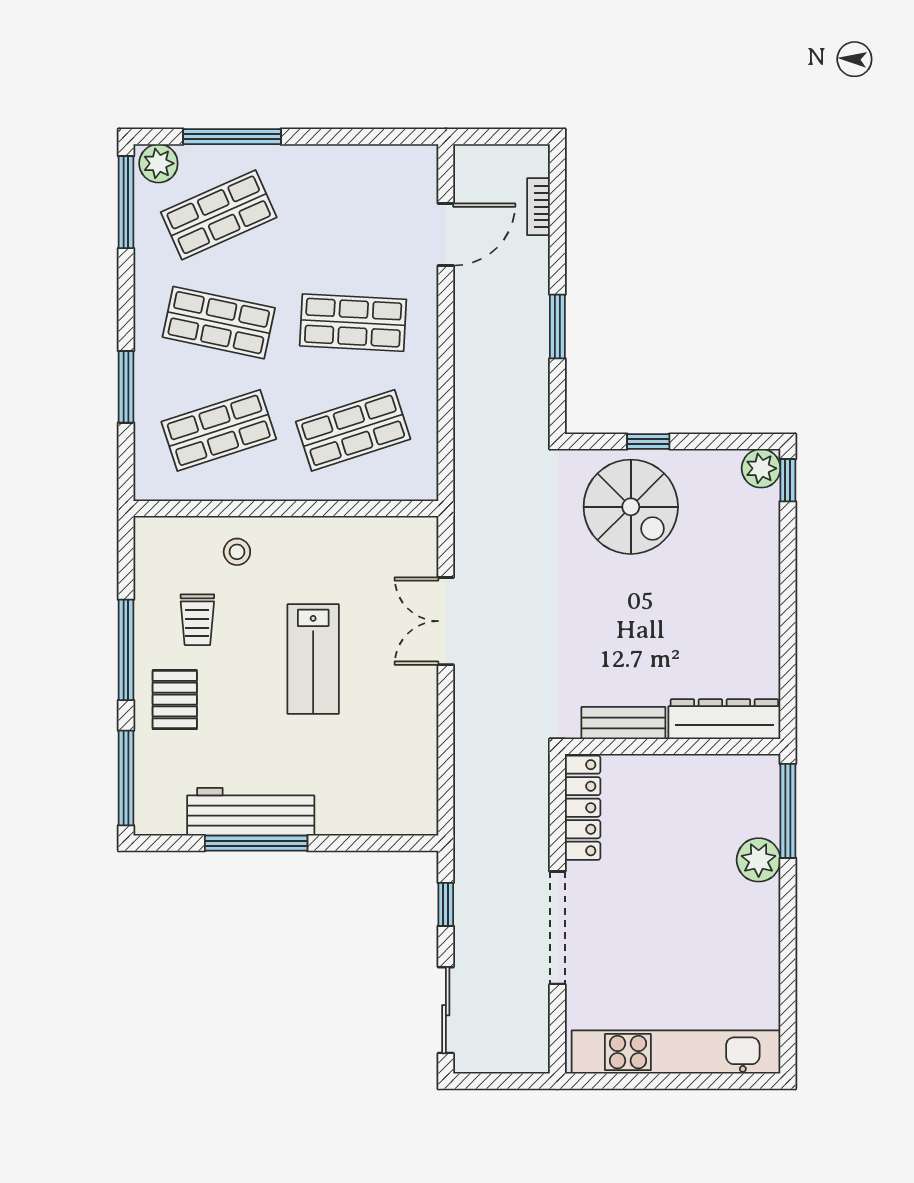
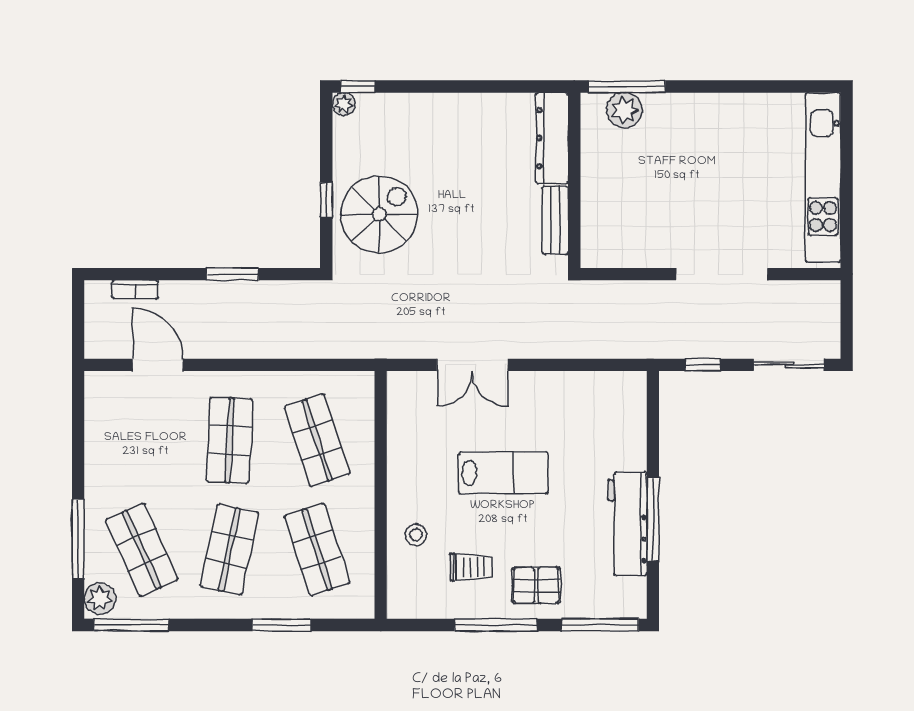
plant: (761, 468) -> (344, 104), width x0.73, depth x0.73
locker: (583, 808) -> (624, 254), removed
plant: (759, 860) -> (624, 110), moved

